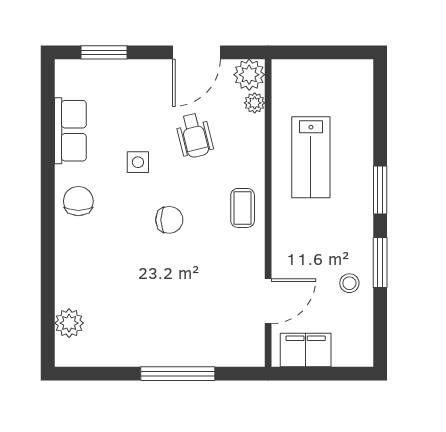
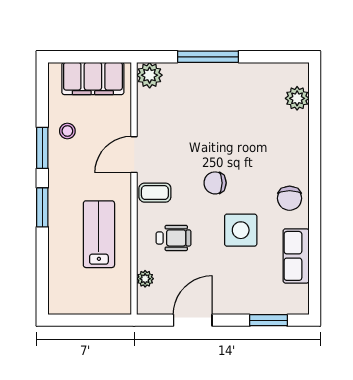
plant: (249, 75) -> (150, 75), moved
wheelchair: (194, 136) -> (173, 238), moved, turned 104
side table: (138, 162) -> (241, 230), width x1.87, depth x1.87
coffee table: (243, 208) -> (155, 193), turned 90
door: (268, 301) -> (134, 155), moved
filing cabinet: (306, 350) -> (93, 78), width x1.50, depth x1.17

